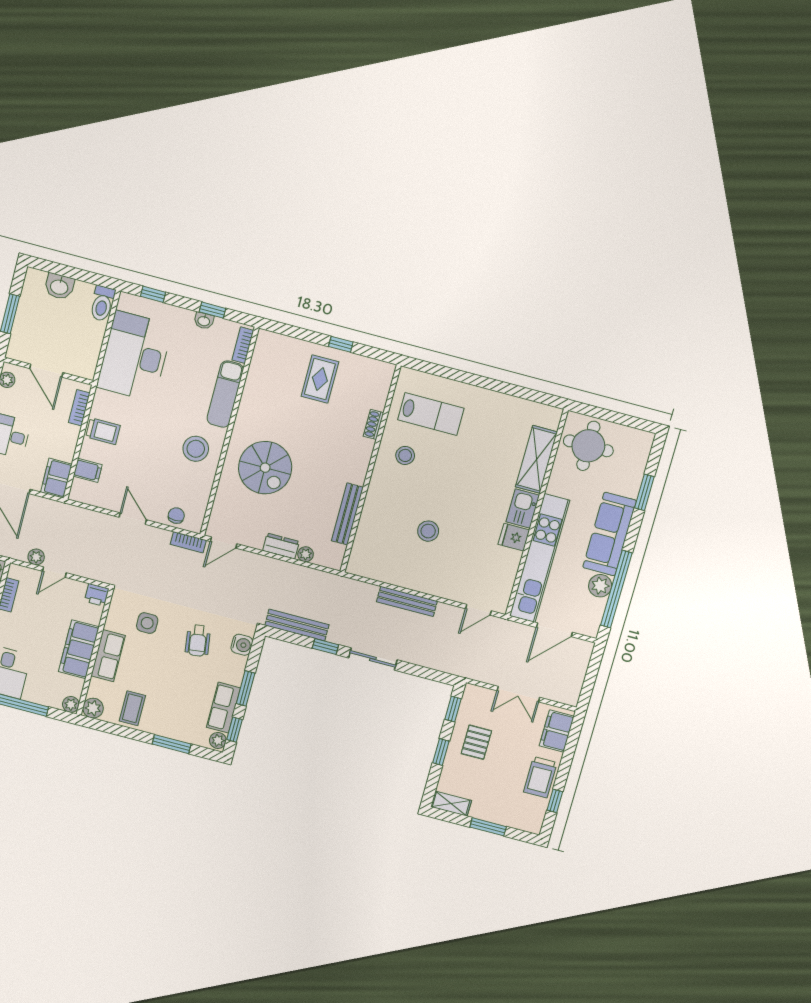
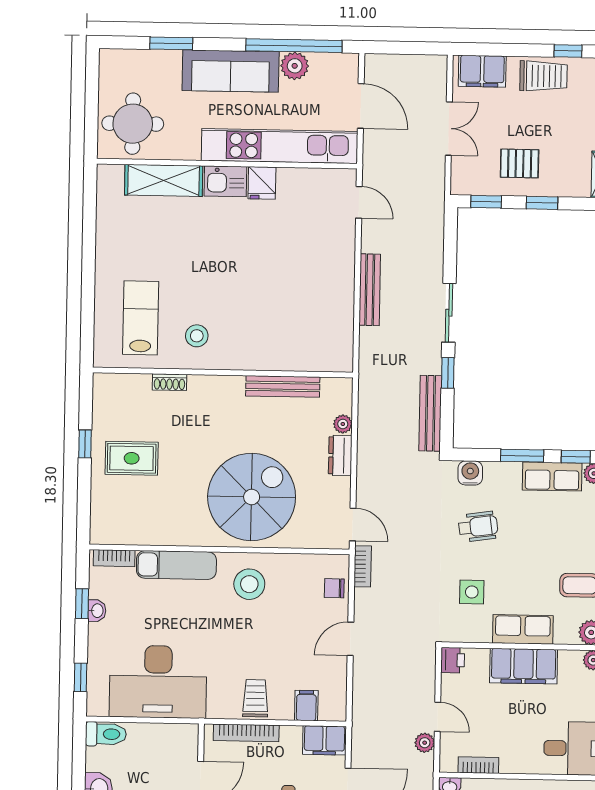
bookcase: (79, 408) -> (246, 733), width x1.56
spiral stairs: (265, 468) -> (252, 497), width x1.37, depth x1.37
stool: (428, 531) -> (280, 286), removed

